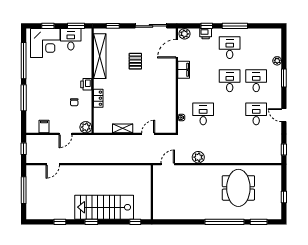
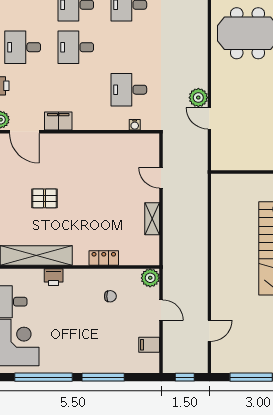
printer: (86, 84) -> (54, 277), moved
door: (53, 164) -> (209, 331), hinge flipped
door: (168, 164) -> (209, 118), moved

